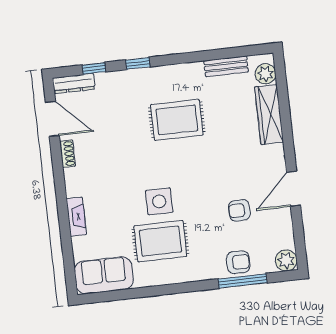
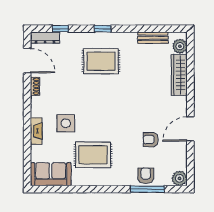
window: (138, 63) -> (103, 29), moved
rug: (177, 120) -> (101, 61), moved
side table: (159, 201) -> (66, 123), moved
armchair: (238, 262) -> (146, 176), turned -90

